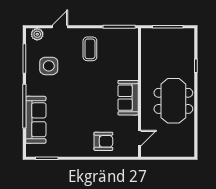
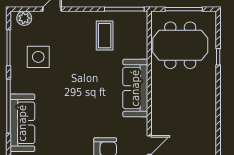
coffee table: (90, 49) -> (105, 36), moved
sofa: (128, 98) -> (135, 88), width x1.36
meeting table: (173, 101) -> (180, 45), moved, turned 90

